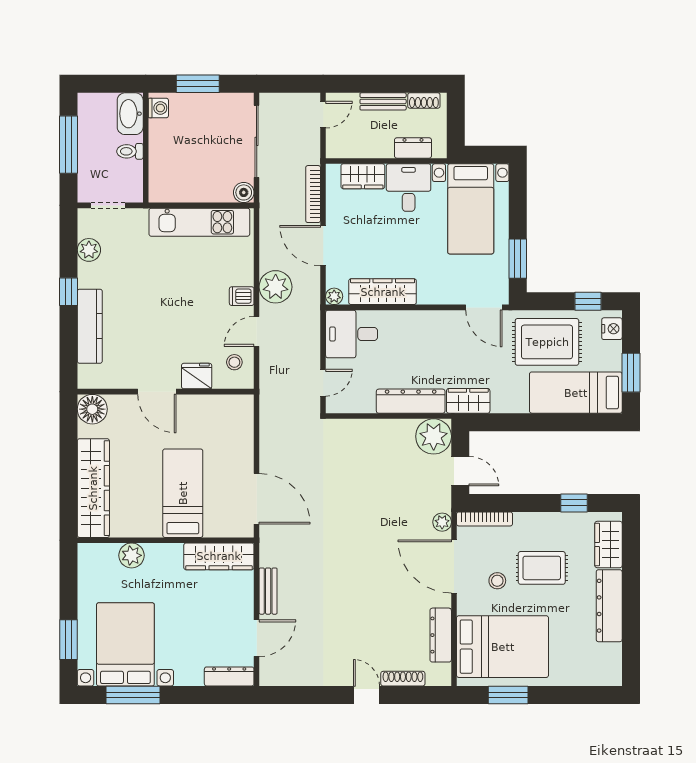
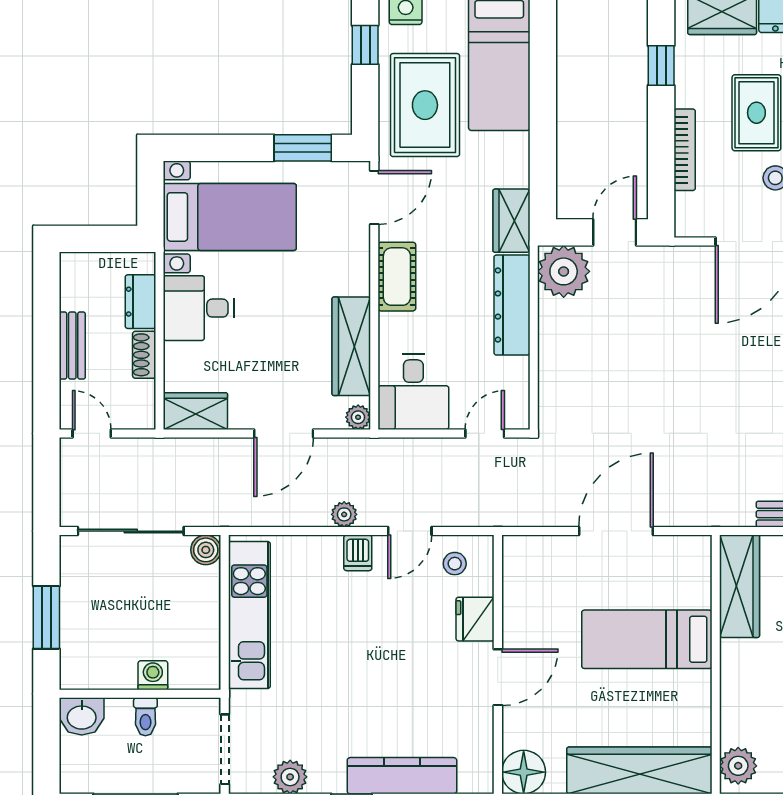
shoe rack: (424, 101) -> (144, 355), moved, turned 180
washing machine: (158, 108) -> (153, 675), moved
washbasin: (130, 114) -> (82, 716), width x0.72
wardrobe: (363, 176) -> (195, 411), moved, turned -90
bookcase: (313, 194) -> (208, 448), removed
doorway: (108, 205) -> (225, 749), width x1.38
plant: (276, 287) -> (344, 514), width x0.53, depth x0.53
cot: (430, 323) -> (397, 277), added
door: (257, 331) -> (410, 531), hinge flipped
door: (323, 383) -> (485, 433), hinge flipped
door: (257, 499) -> (616, 531), moved
bookcase: (485, 519) -> (685, 150), moved
plant: (442, 522) -> (689, 259), removed
plant: (132, 555) -> (738, 766), moved

